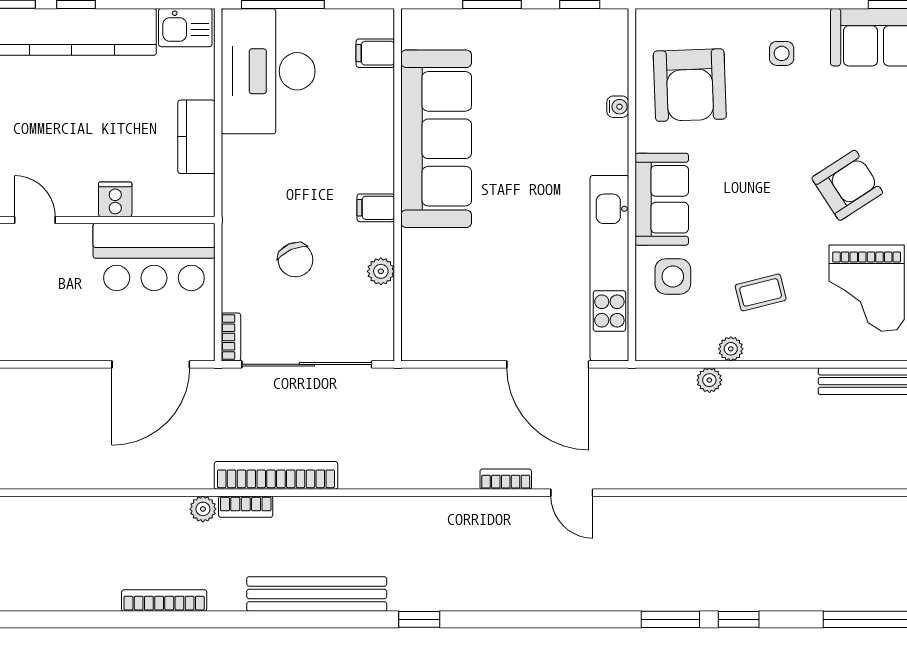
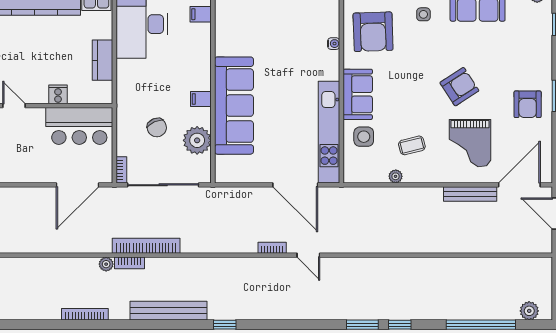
sofa: (436, 139) -> (234, 106), moved
plant: (381, 271) -> (197, 140), width x1.88, depth x1.88
plant: (709, 380) -> (384, 193), removed

